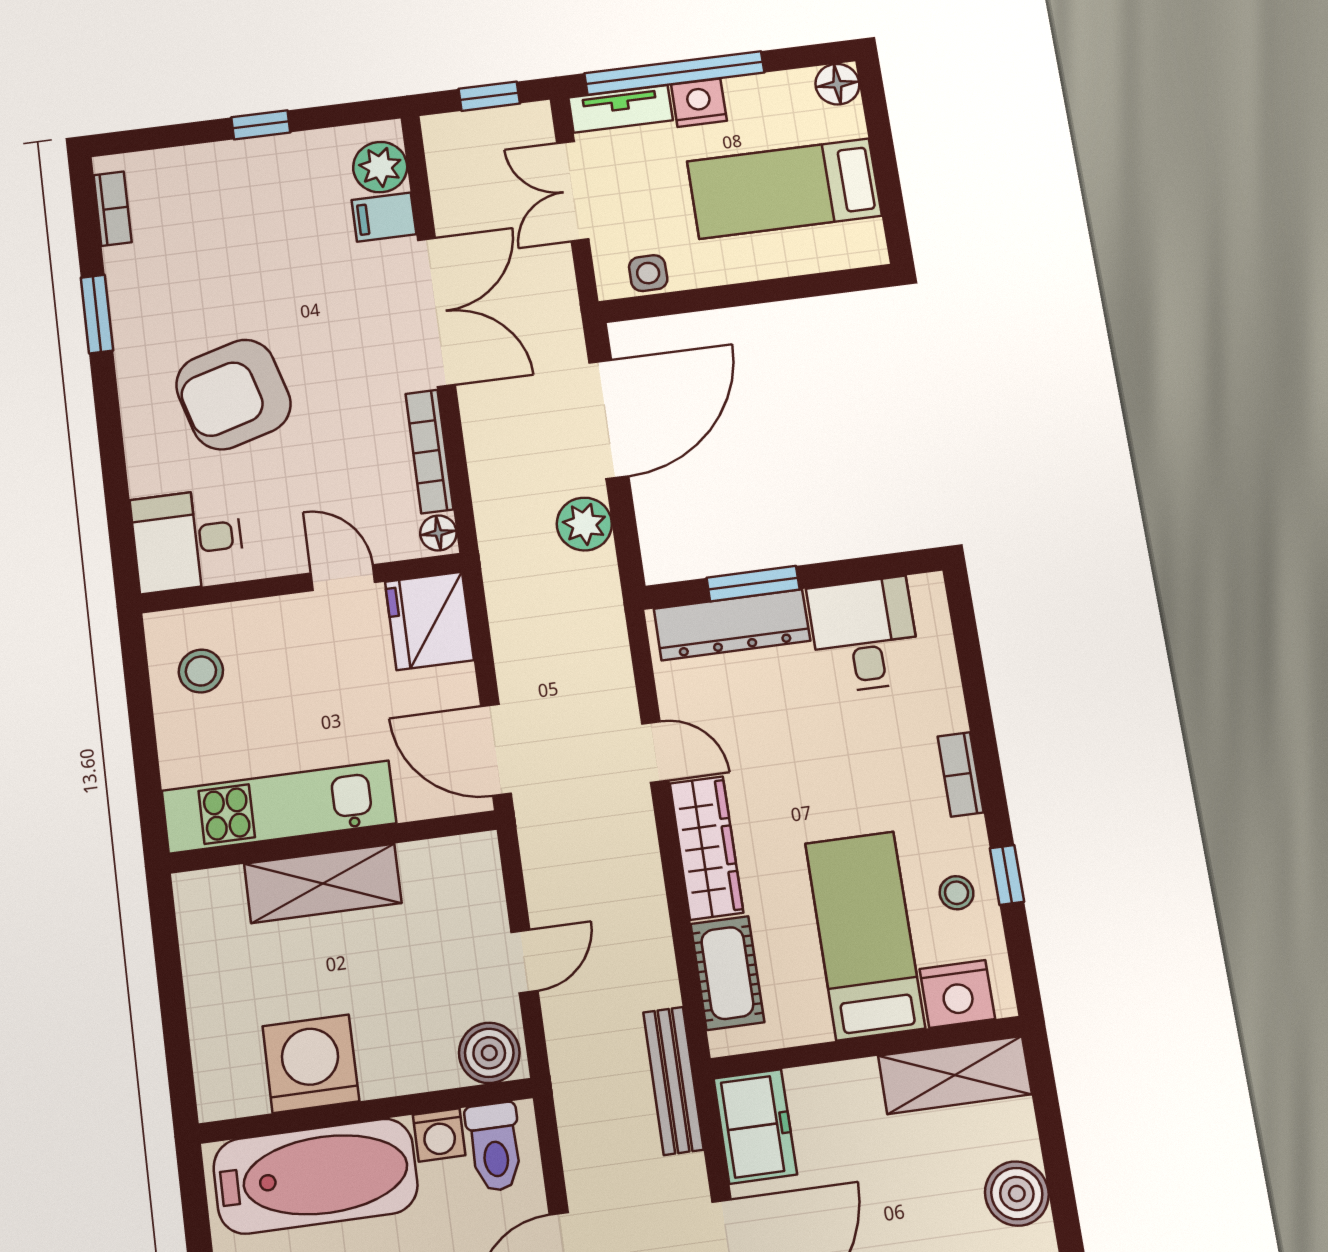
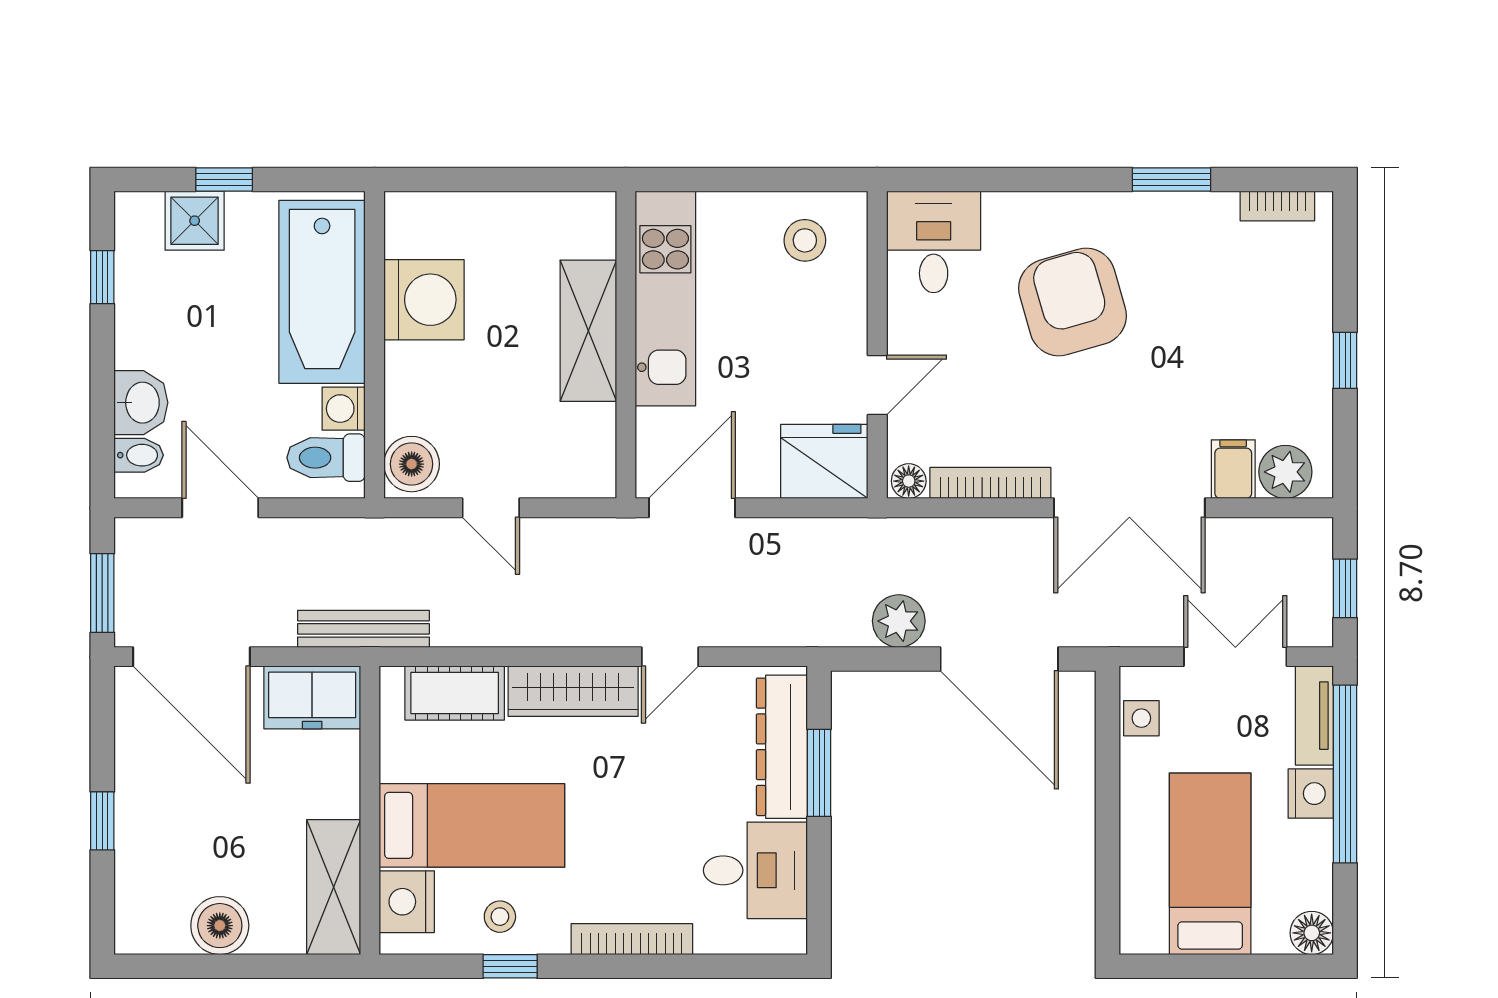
bookcase: (961, 774) -> (632, 939), width x1.56

